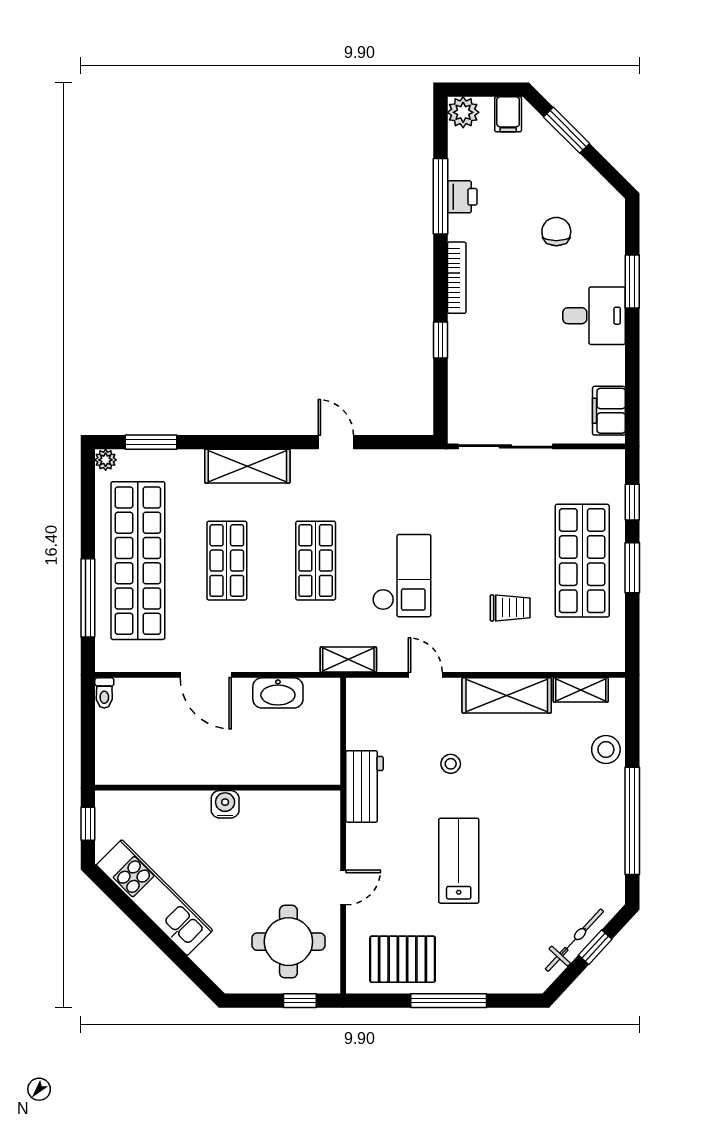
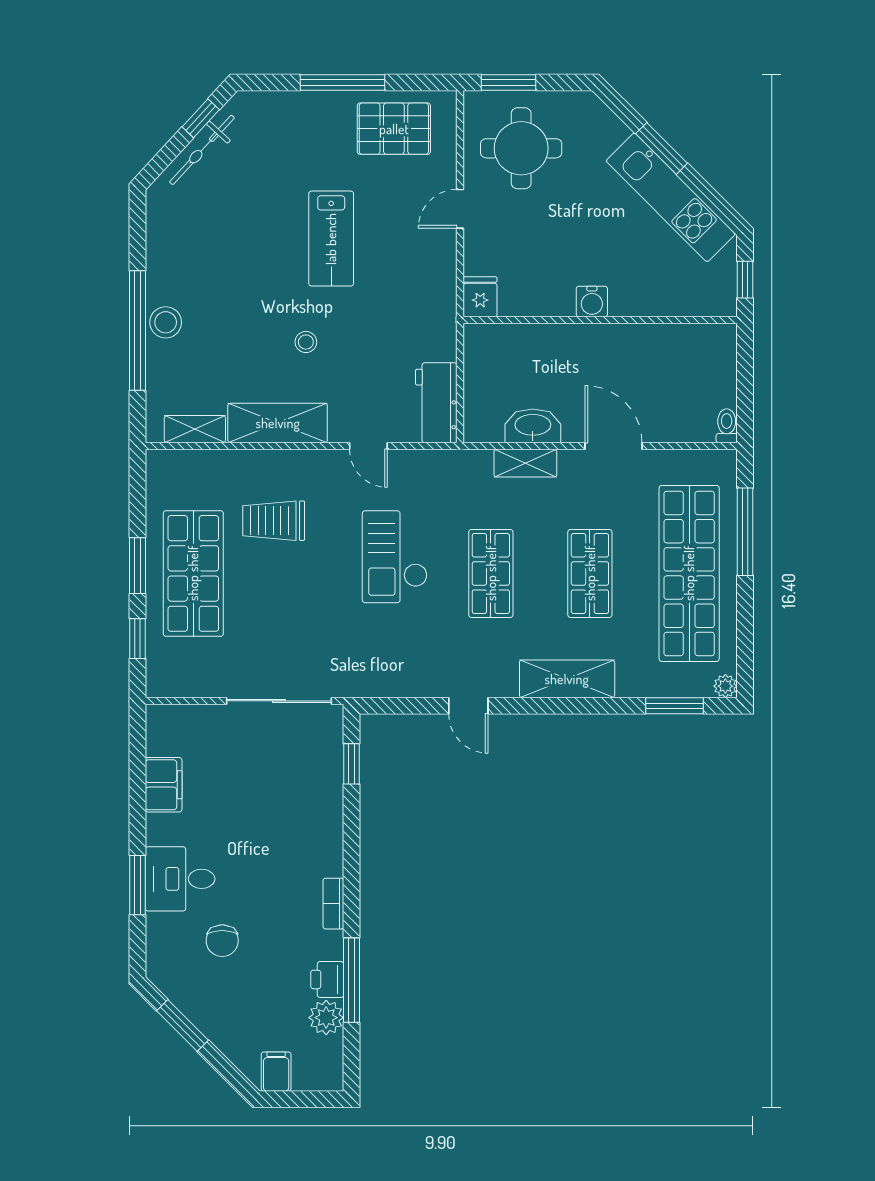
plant: (463, 112) -> (326, 1018), moved
window: (566, 130) -> (183, 1026), moved
bookcase: (457, 278) -> (333, 904), width x0.64
desk: (594, 316) -> (180, 879), moved
window: (440, 340) -> (351, 764), moved
filing cabinet: (609, 411) -> (164, 785), moved
trolley: (510, 608) -> (274, 521), width x1.36, depth x1.39
shelving: (348, 659) -> (525, 463), moved
stool: (606, 749) -> (166, 322), moved
stool: (451, 764) -> (306, 342), moved
workbench: (365, 786) -> (436, 403), moved
fridge: (325, 809) -> (480, 297), added
window: (632, 821) -> (137, 331), moved
window: (163, 941) -> (662, 148), added
window: (595, 947) -> (201, 118), moved
window: (300, 1001) -> (508, 82), width x1.50

